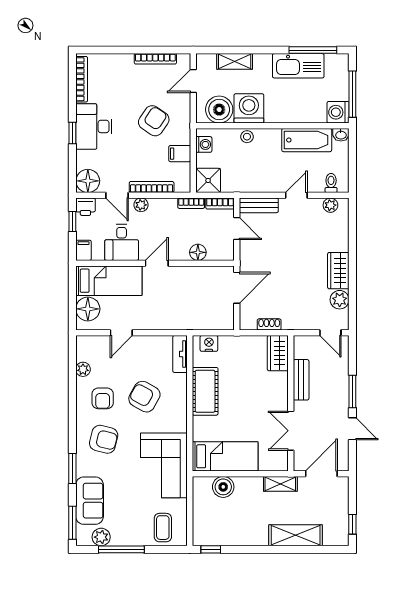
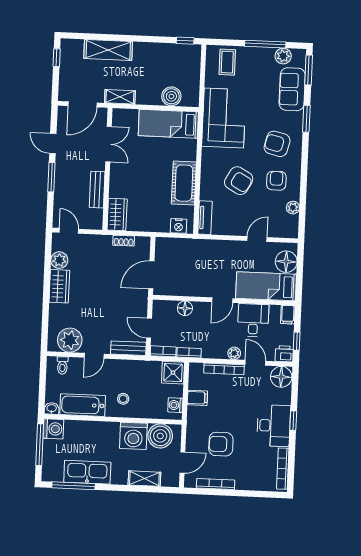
armchair: (154, 121) -> (221, 444), moved, turned 56
stool: (247, 137) -> (123, 399), moved
plant: (330, 205) -> (70, 340), width x1.88, depth x1.88

